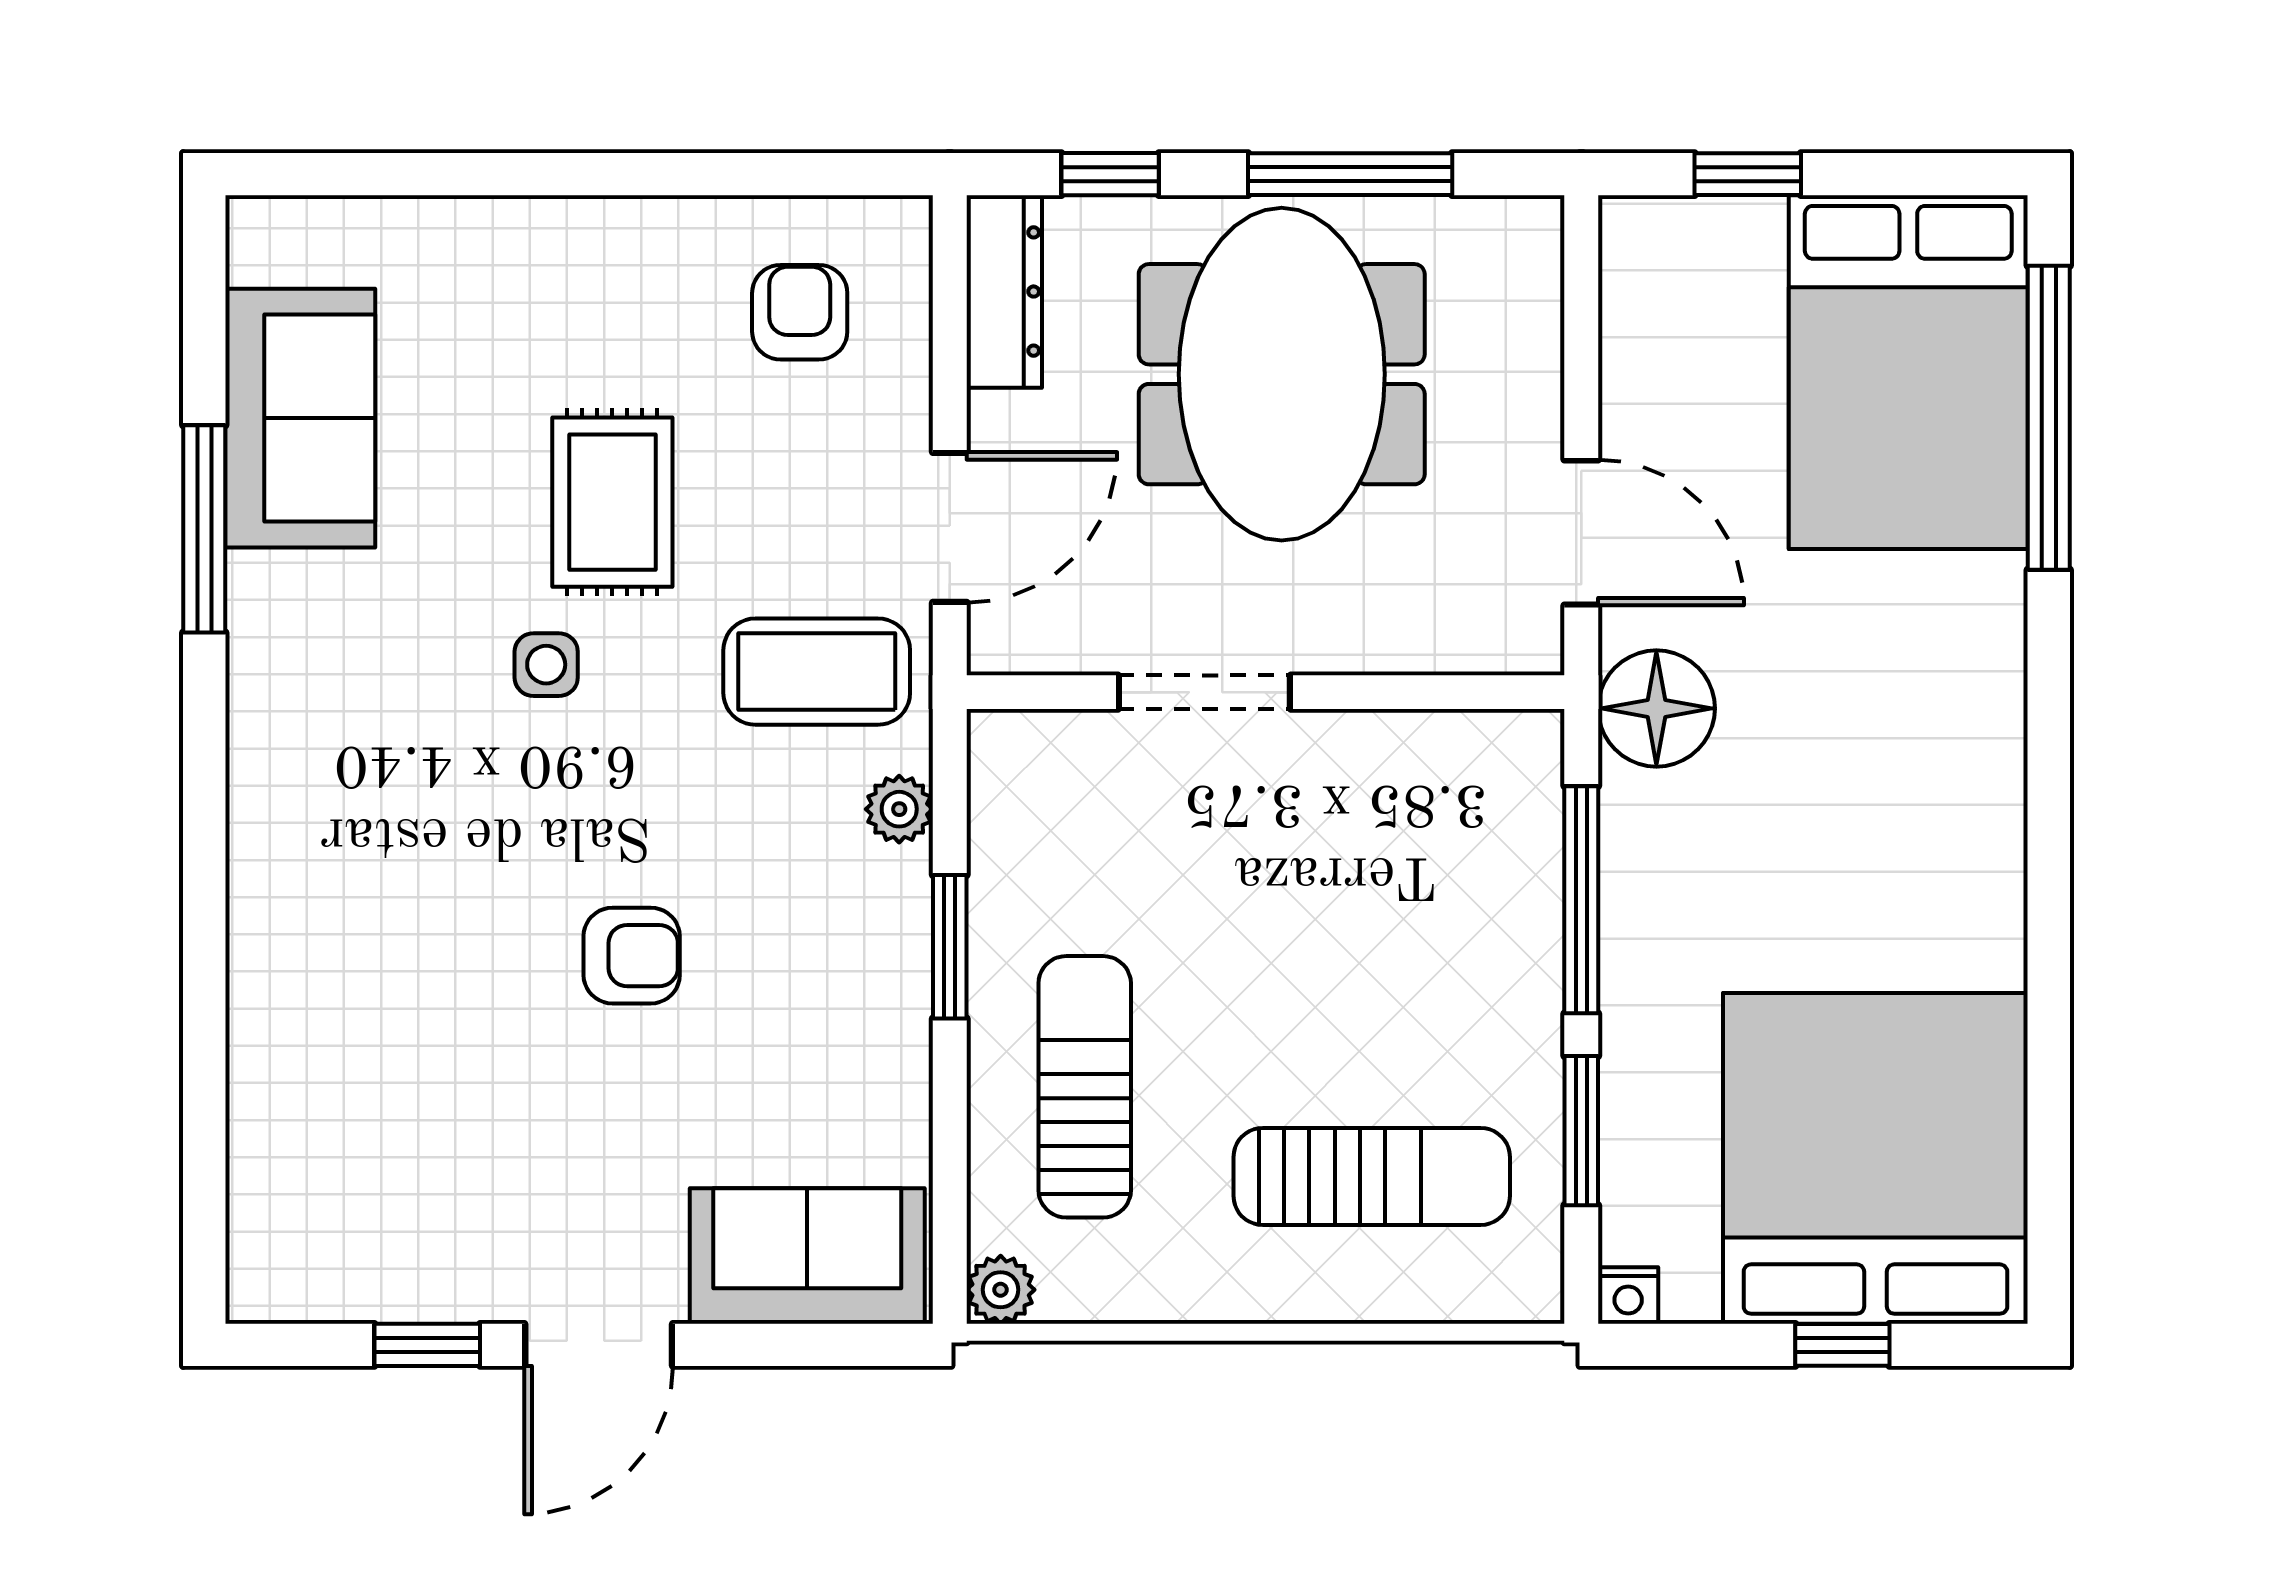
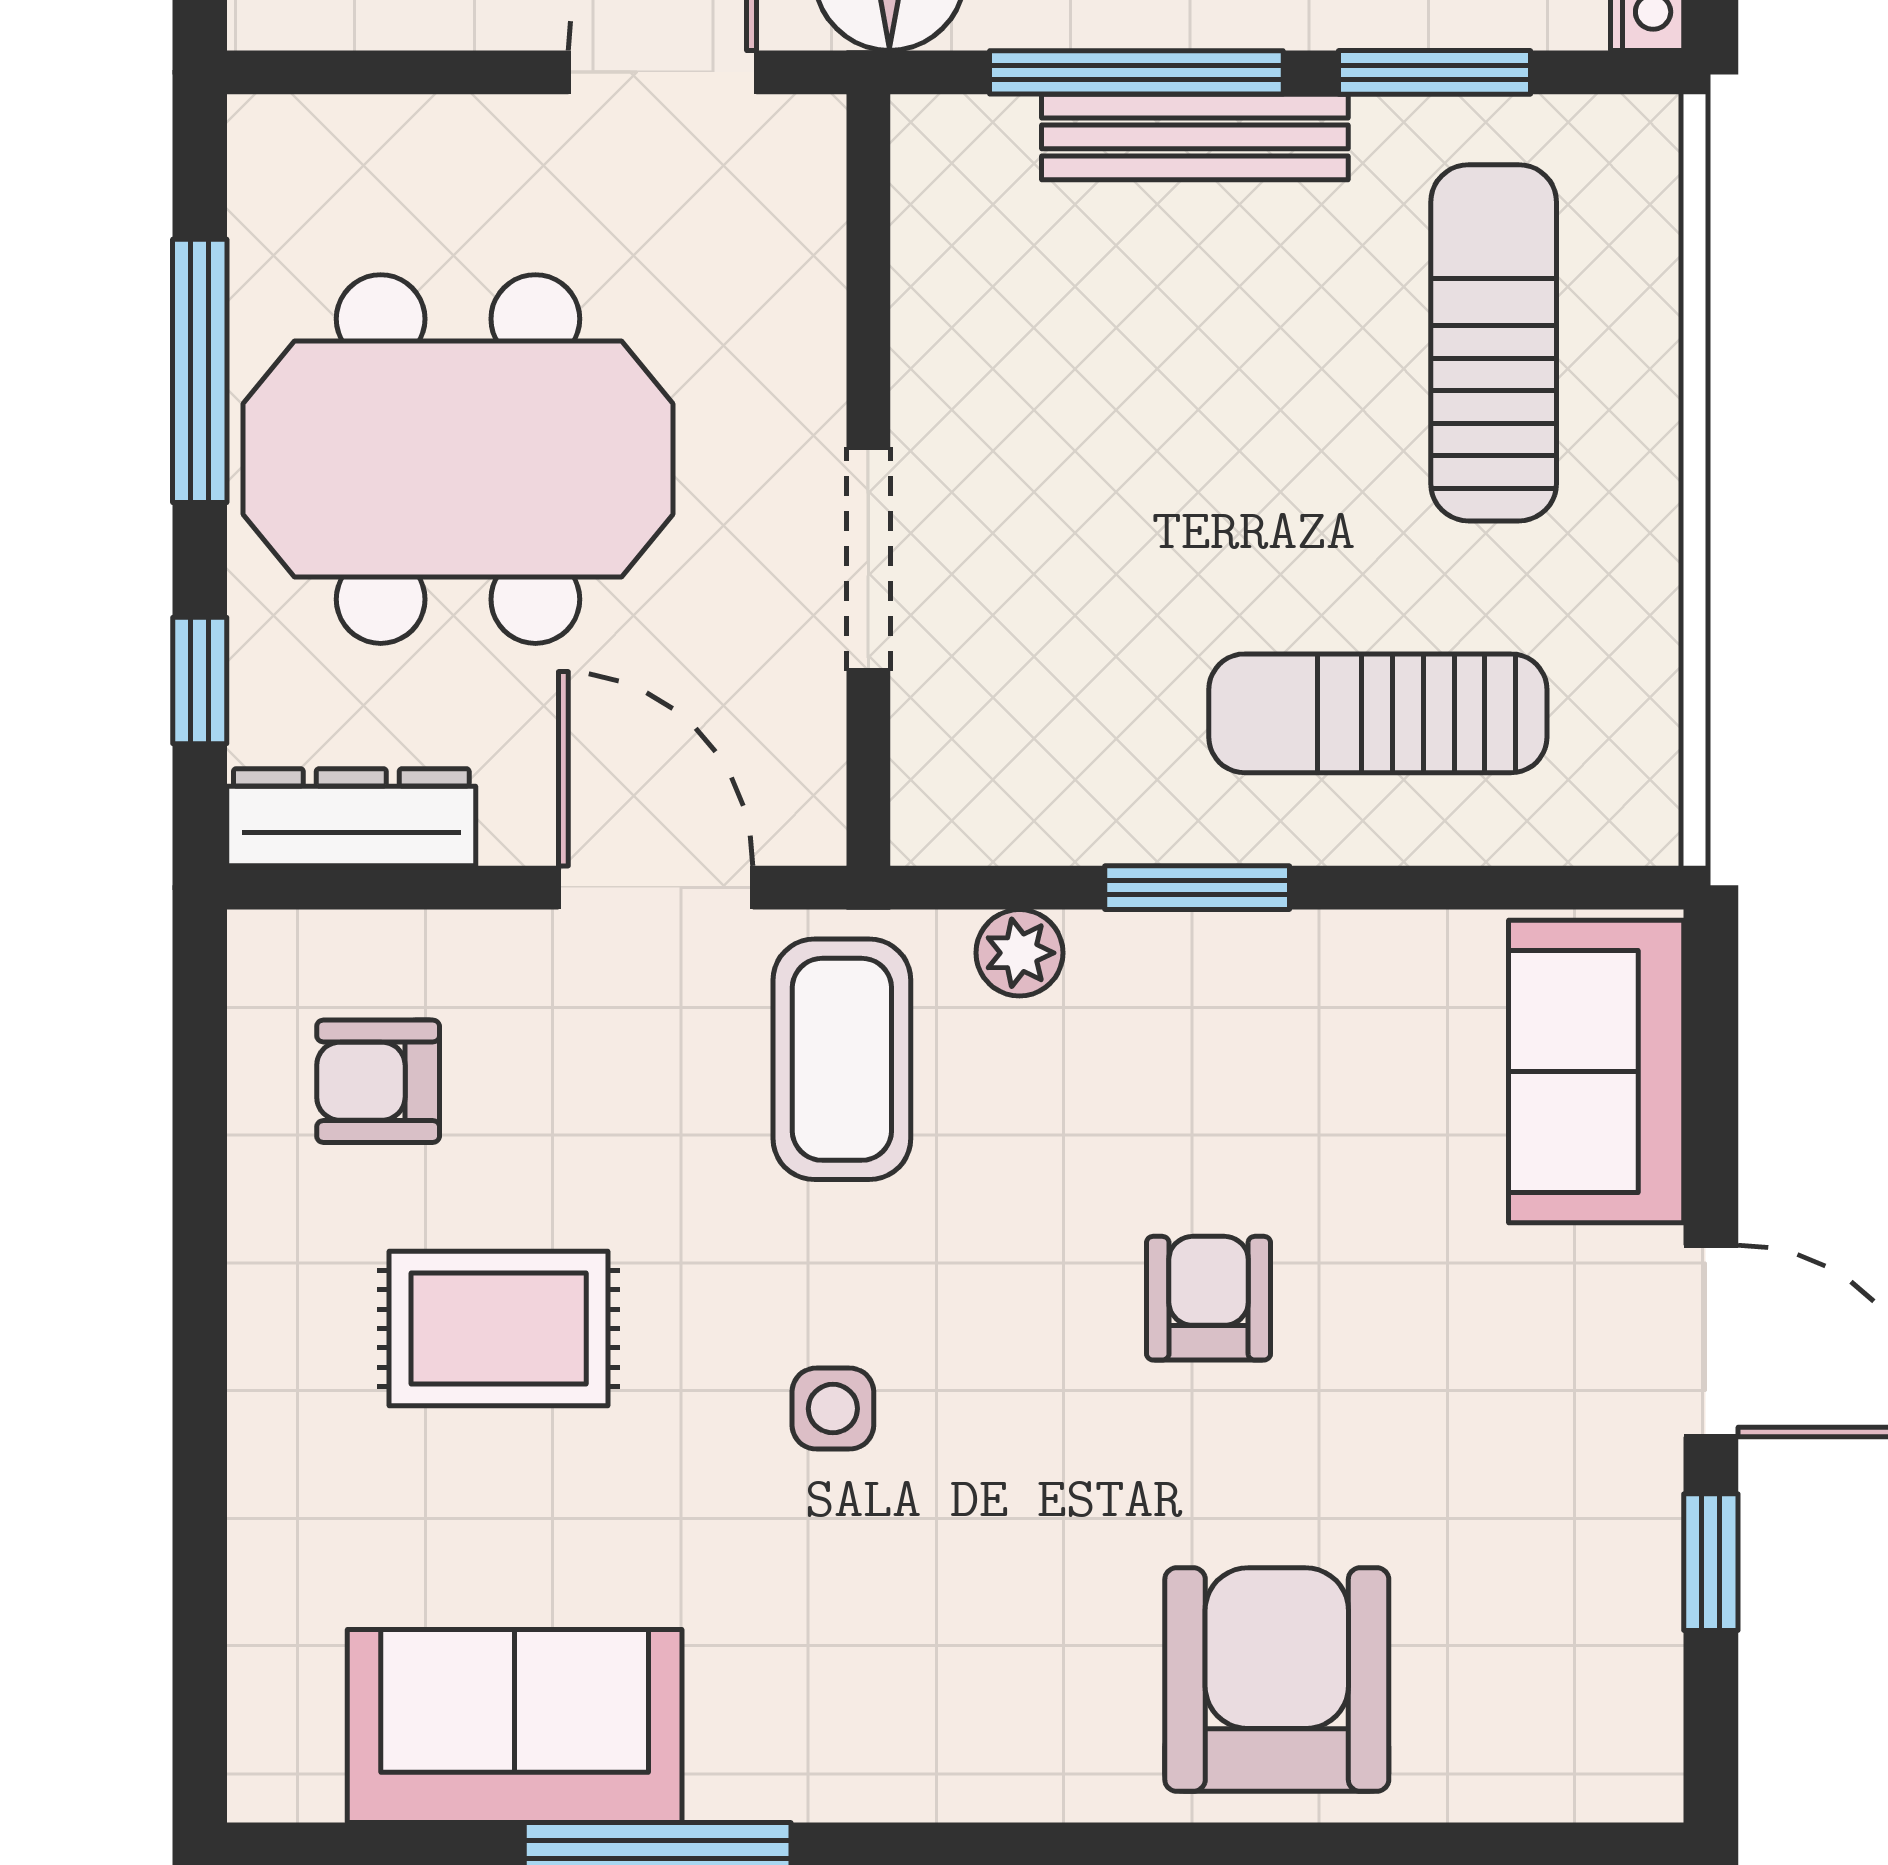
rug: (612, 502) -> (499, 1329), moved
bench: (1531, 945) -> (1195, 137), added
armchair: (336, 1008) -> (1277, 1679), added
plant: (1001, 1290) -> (1640, 822), removed

